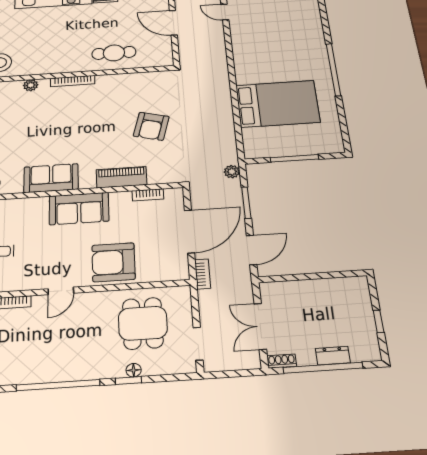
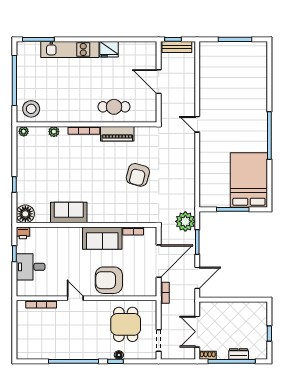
door: (225, 12) -> (197, 124), moved
bed: (277, 104) -> (249, 180), moved, turned -90
plant: (232, 172) -> (185, 221), width x1.87, depth x1.87
piano: (121, 177) -> (117, 134), moved, turned 180
sofa: (79, 209) -> (102, 238), moved
door: (61, 291) -> (75, 298), swing flipped

